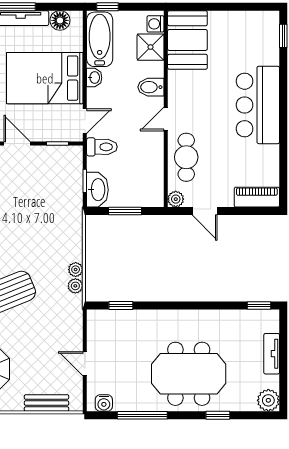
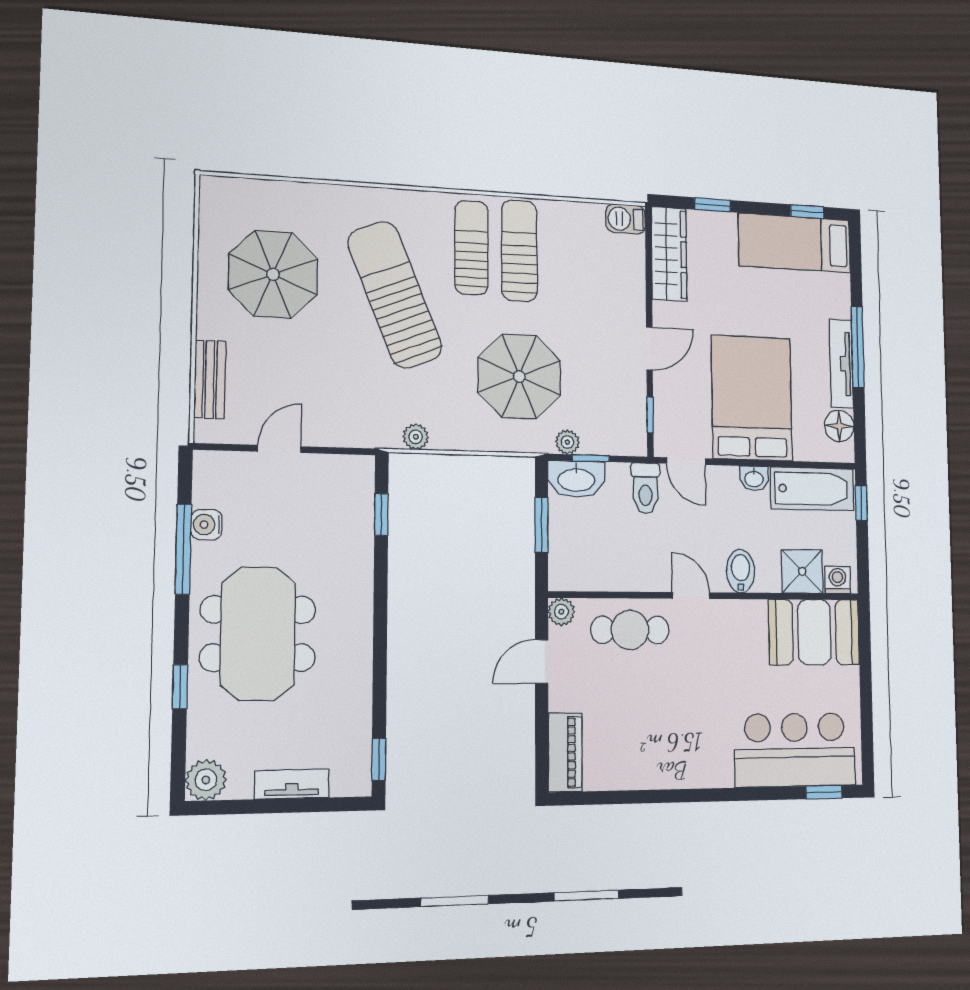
bar counter: (258, 105) -> (795, 750), moved
parasol: (37, 224) -> (519, 376), added
plant: (76, 270) -> (567, 442), moved
water cooler: (104, 403) -> (207, 525), moved

